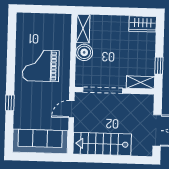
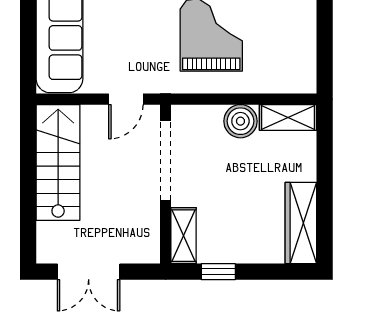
wardrobe: (143, 24) -> (301, 223), width x1.50
door: (72, 109) -> (126, 99), swing flipped

